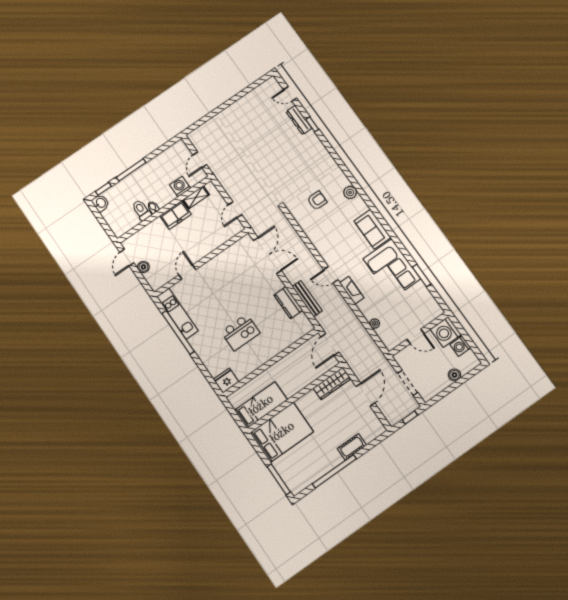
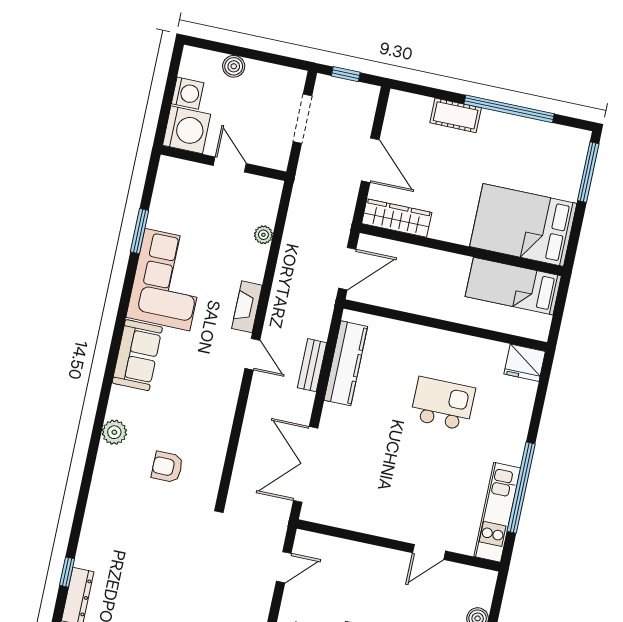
bench: (307, 299) -> (312, 365), width x0.73
kitchen counter: (288, 303) -> (346, 363), width x1.50
door: (365, 395) -> (370, 160), swing flipped

